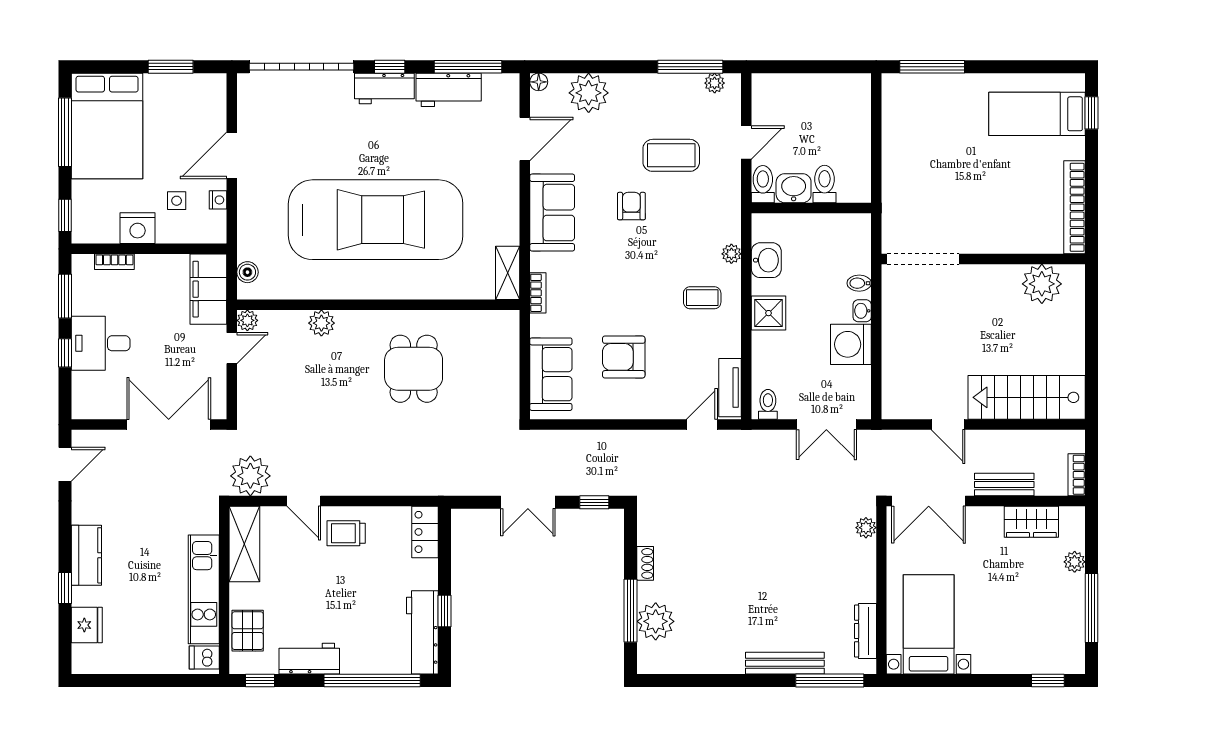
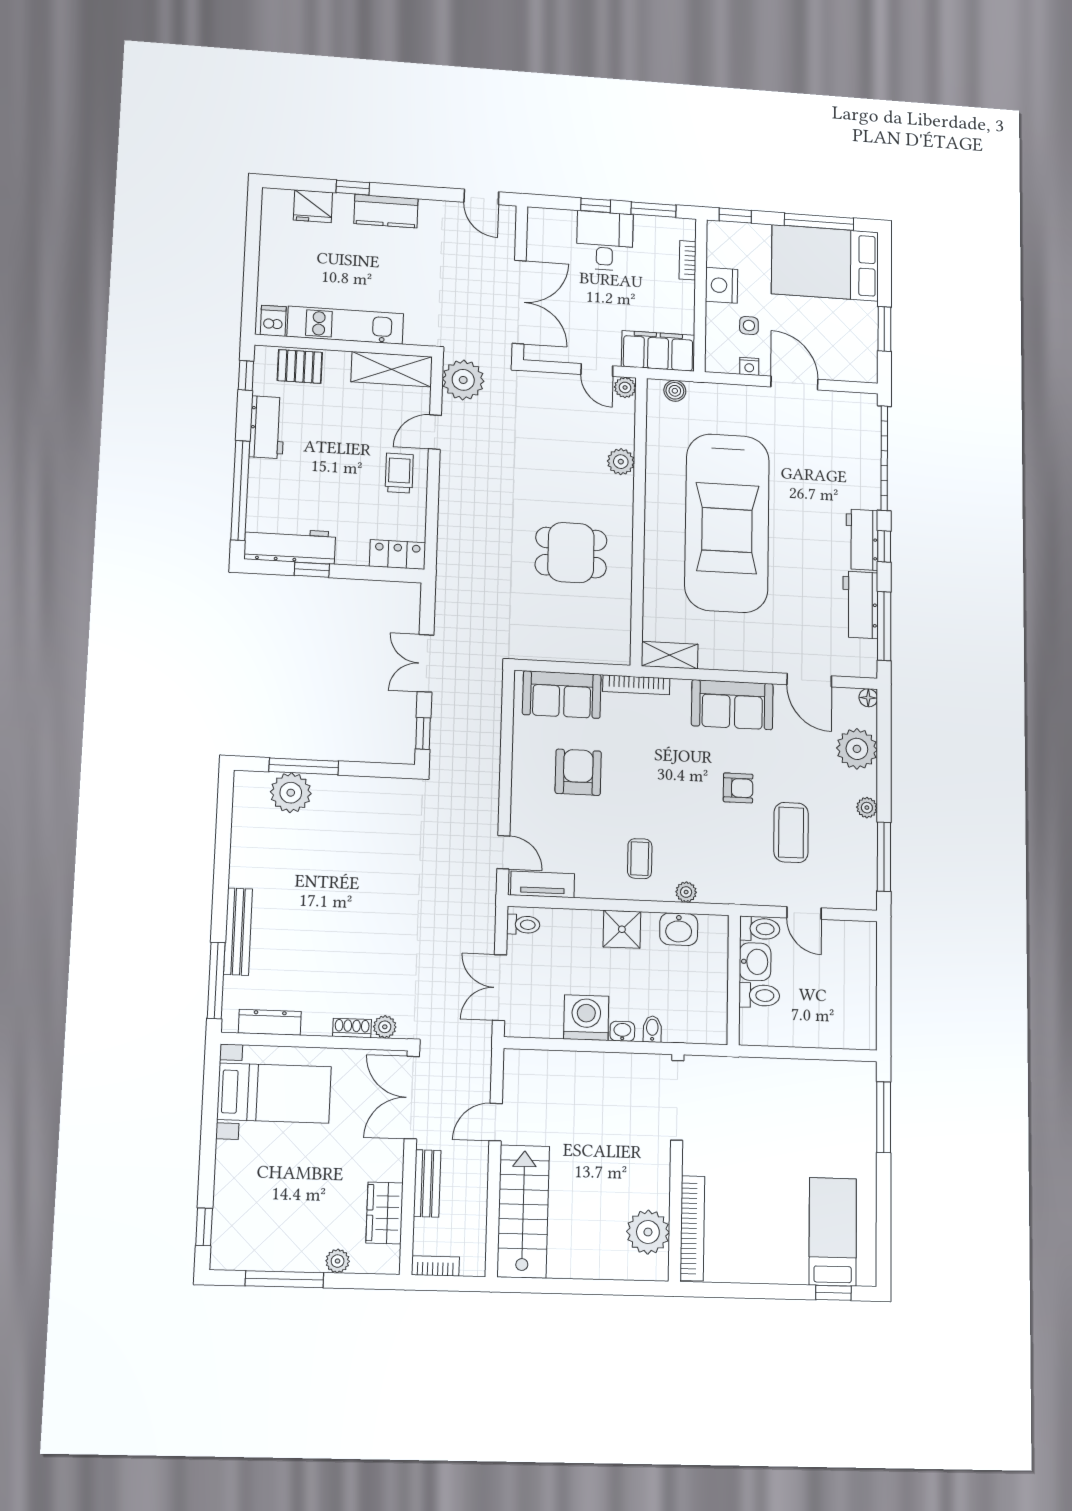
plant: (715, 83) -> (867, 808), moved
bookcase: (1075, 207) -> (692, 1228), moved, turned 90
bookcase: (538, 293) -> (636, 685), width x1.56
shoe rack: (645, 563) -> (352, 1028), moved, turned 180

